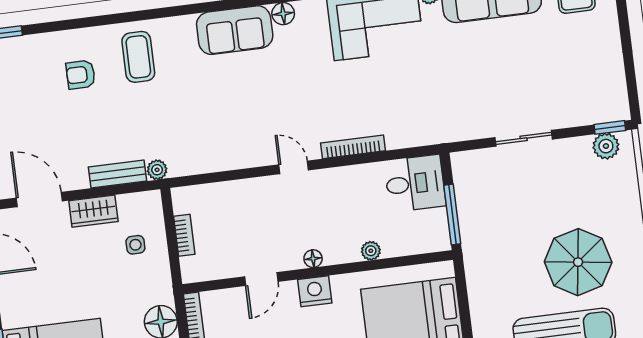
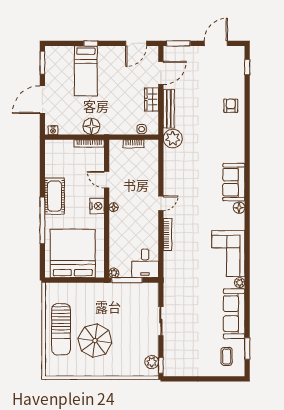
coffee table: (138, 57) -> (226, 132), removed
armchair: (81, 75) -> (231, 106), moved
plant: (157, 170) -> (173, 139), width x1.87, depth x1.87
bench: (118, 174) -> (169, 109), width x1.36
side table: (135, 245) -> (142, 129), moved
plant: (371, 251) -> (114, 273), moved

